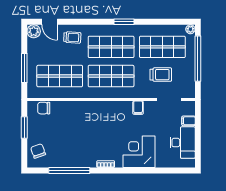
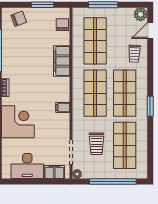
plant: (190, 29) -> (77, 174), moved
filing cabinet: (138, 108) -> (63, 108), moved
filing cabinet: (79, 109) -> (62, 61), added
filing cabinet: (188, 121) -> (54, 172), width x2.00

